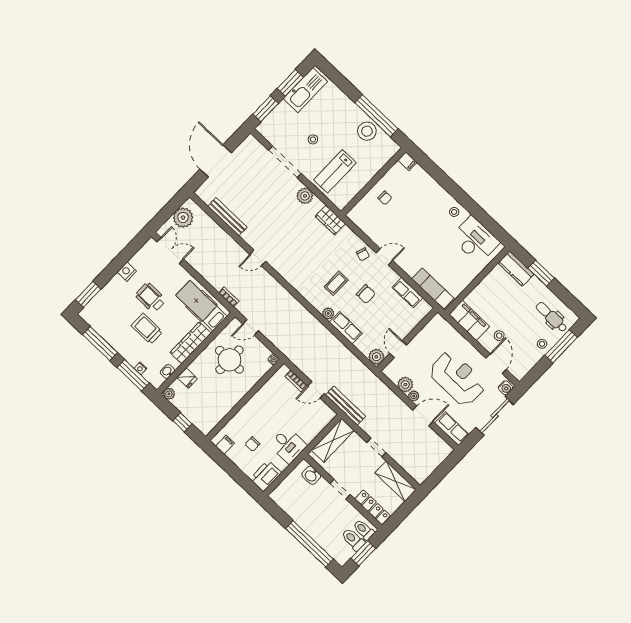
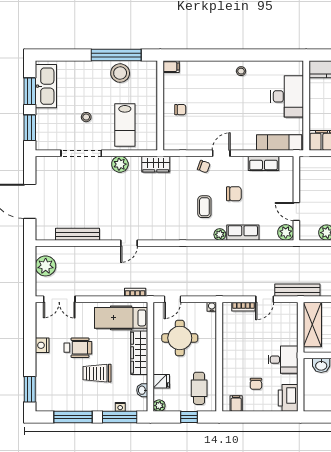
desk: (475, 240) -> (287, 96), moved, turned 90
double door: (170, 250) -> (59, 299), swing flipped
wheelchair: (150, 298) -> (78, 348), turned 180
cafe table: (209, 409) -> (199, 388), added

